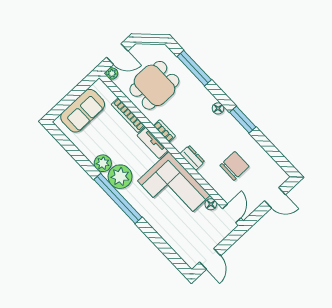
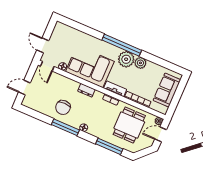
window: (243, 120) -> (65, 127), width x1.44
chair: (234, 166) -> (63, 107), moved
door: (210, 259) -> (43, 45), moved

